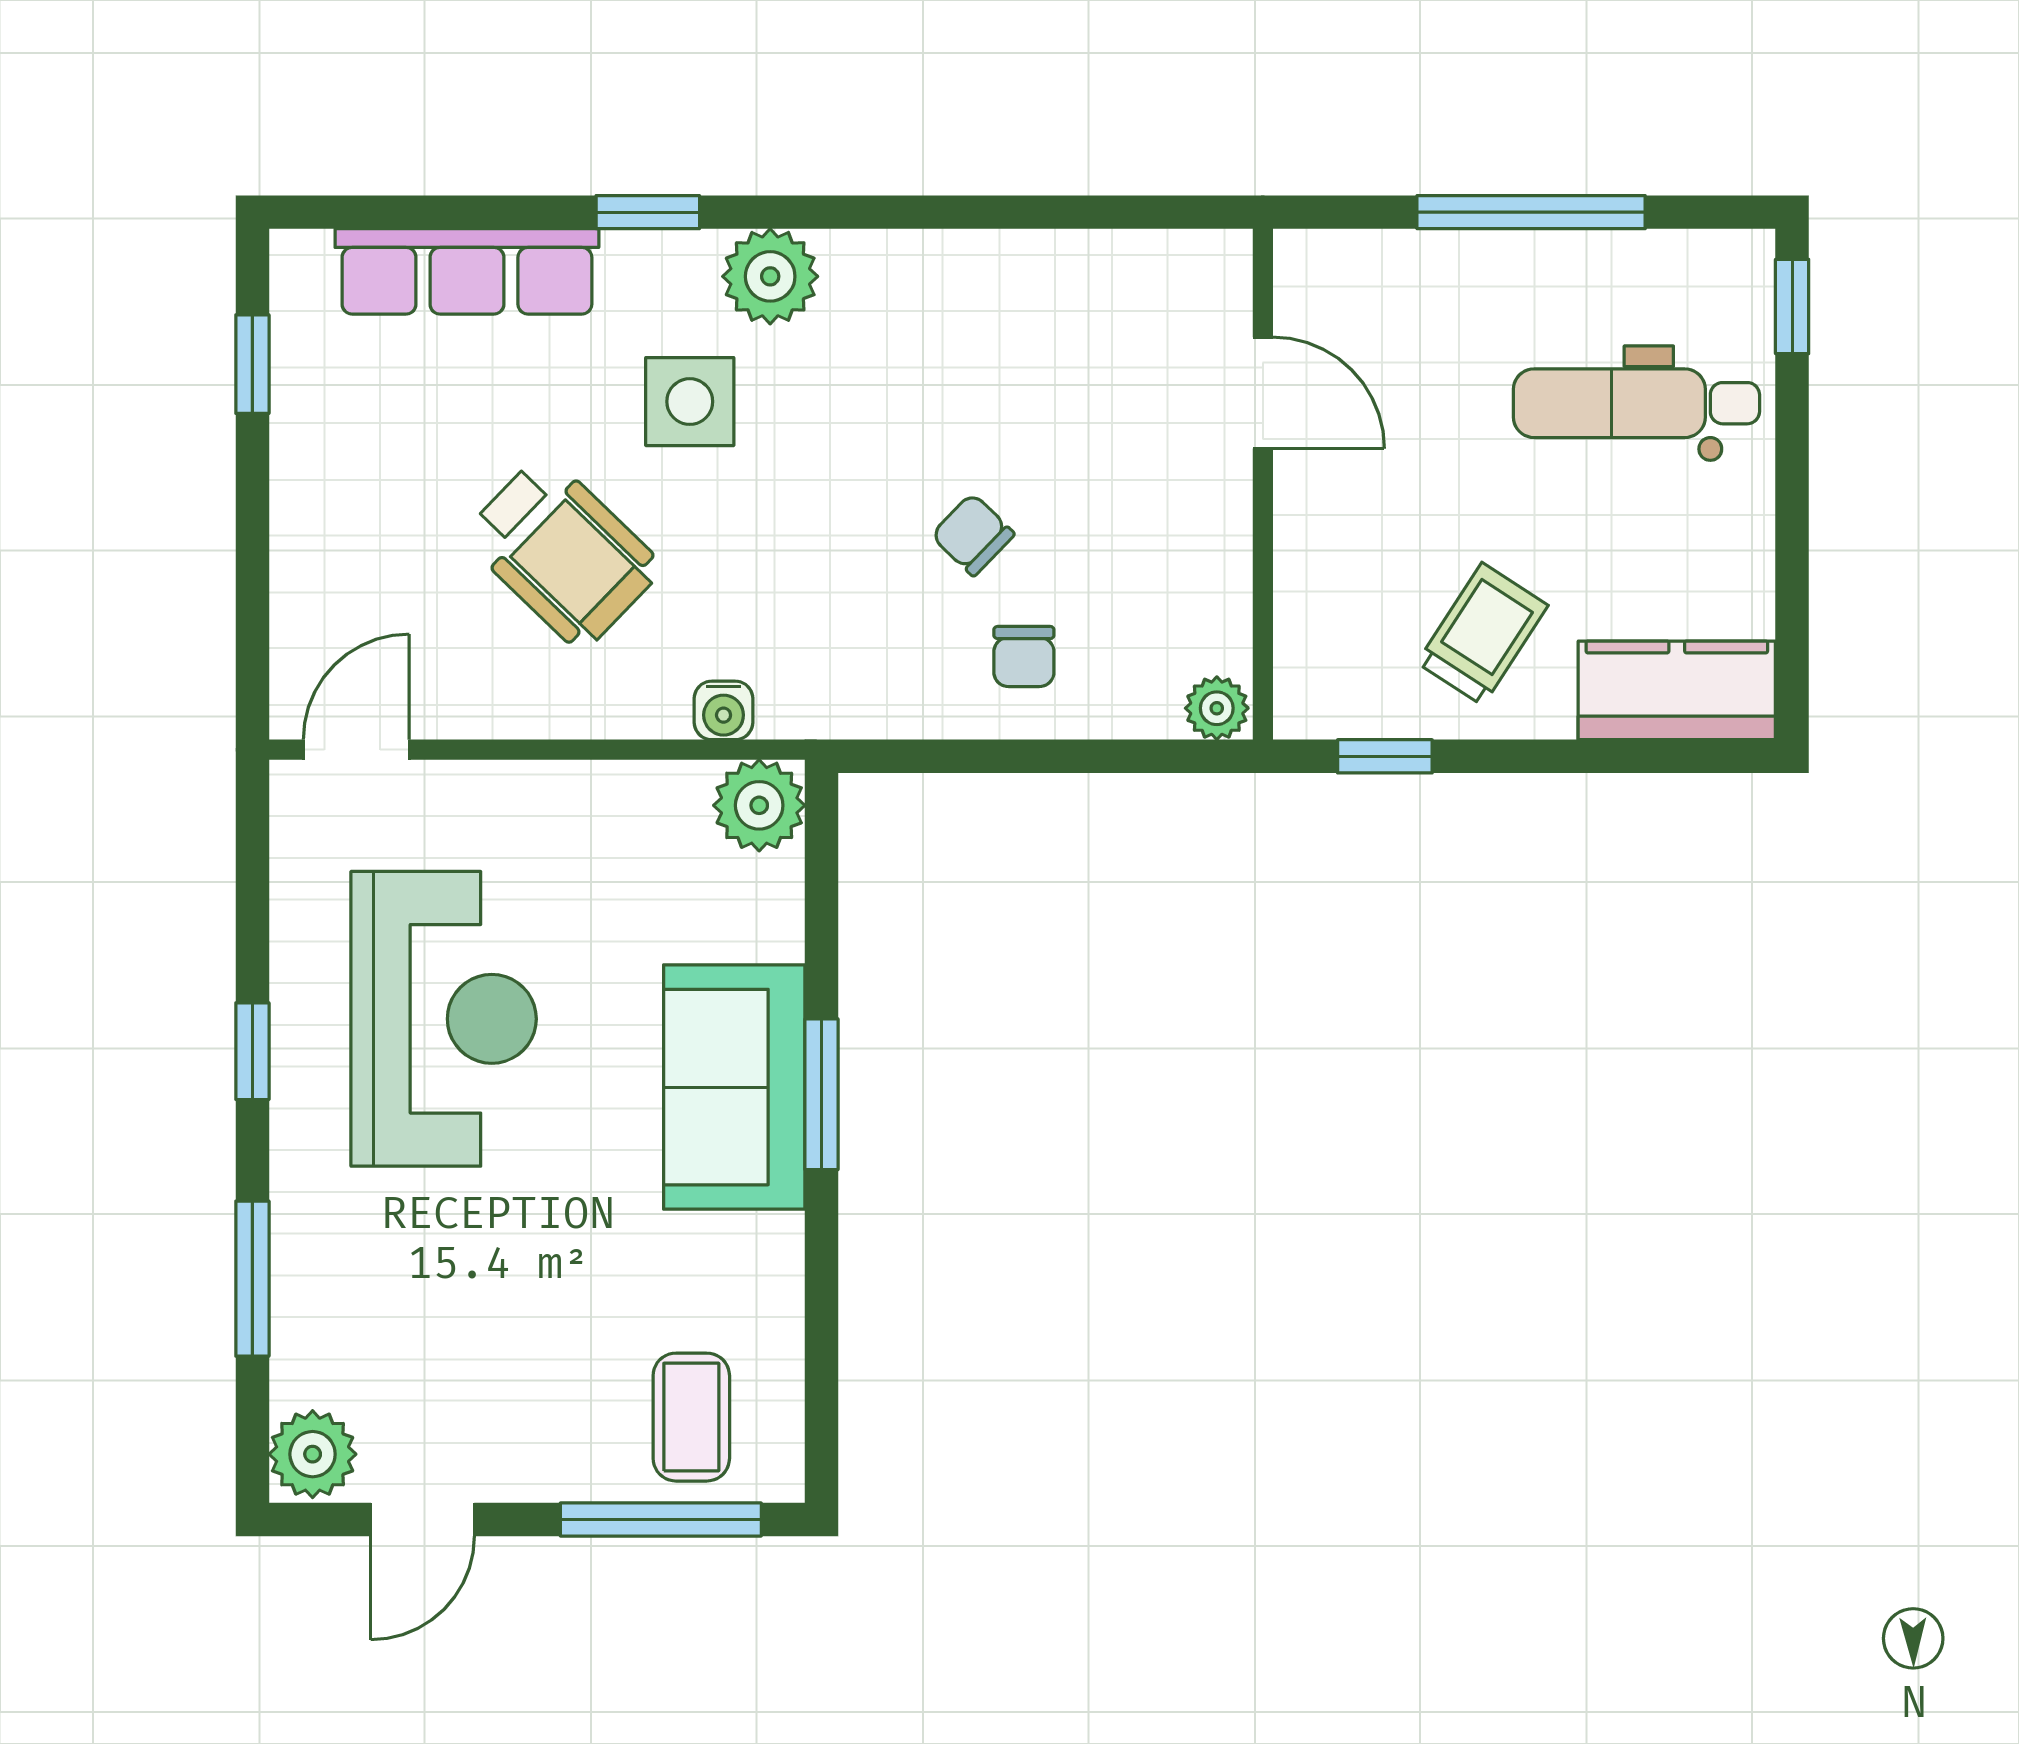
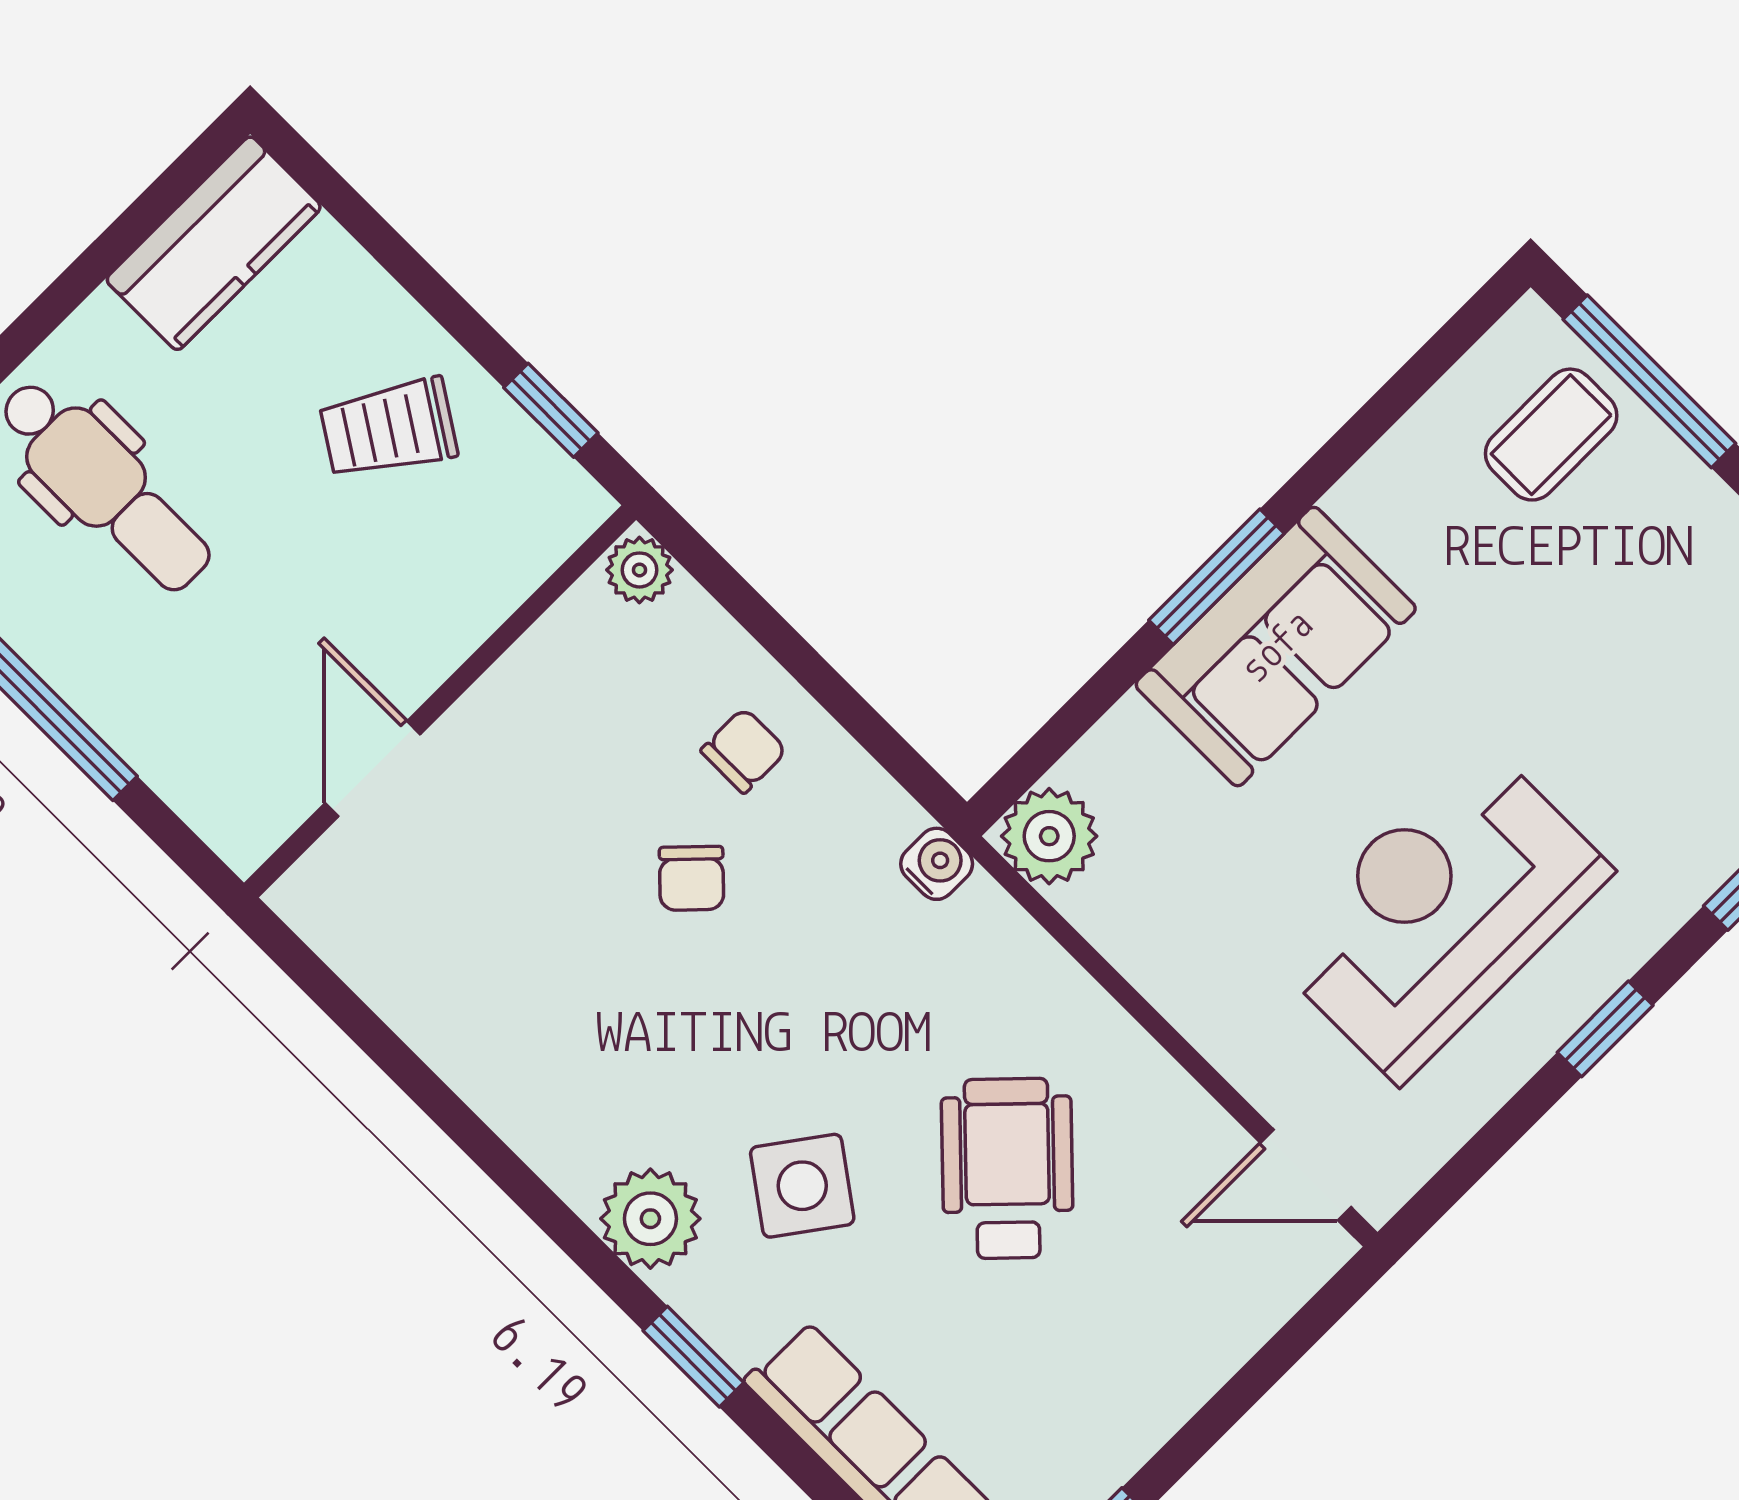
side table: (690, 402) -> (802, 1186), turned 36
kitchen counter: (1677, 690) -> (214, 243), moved, turned -90
water cooler: (724, 710) -> (937, 864), moved

